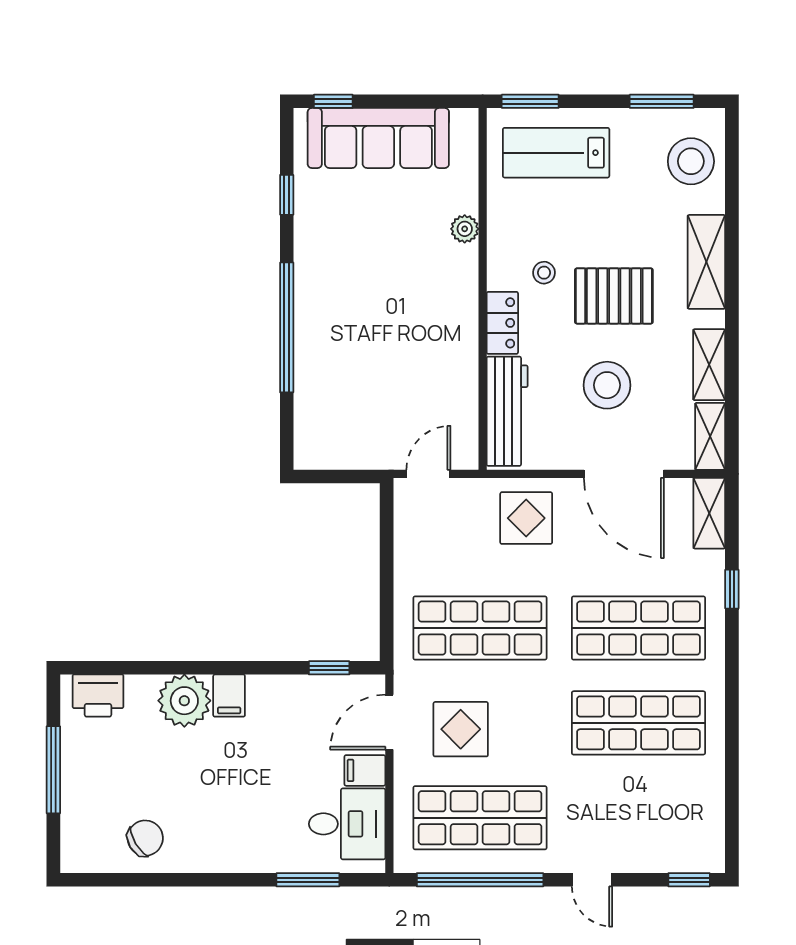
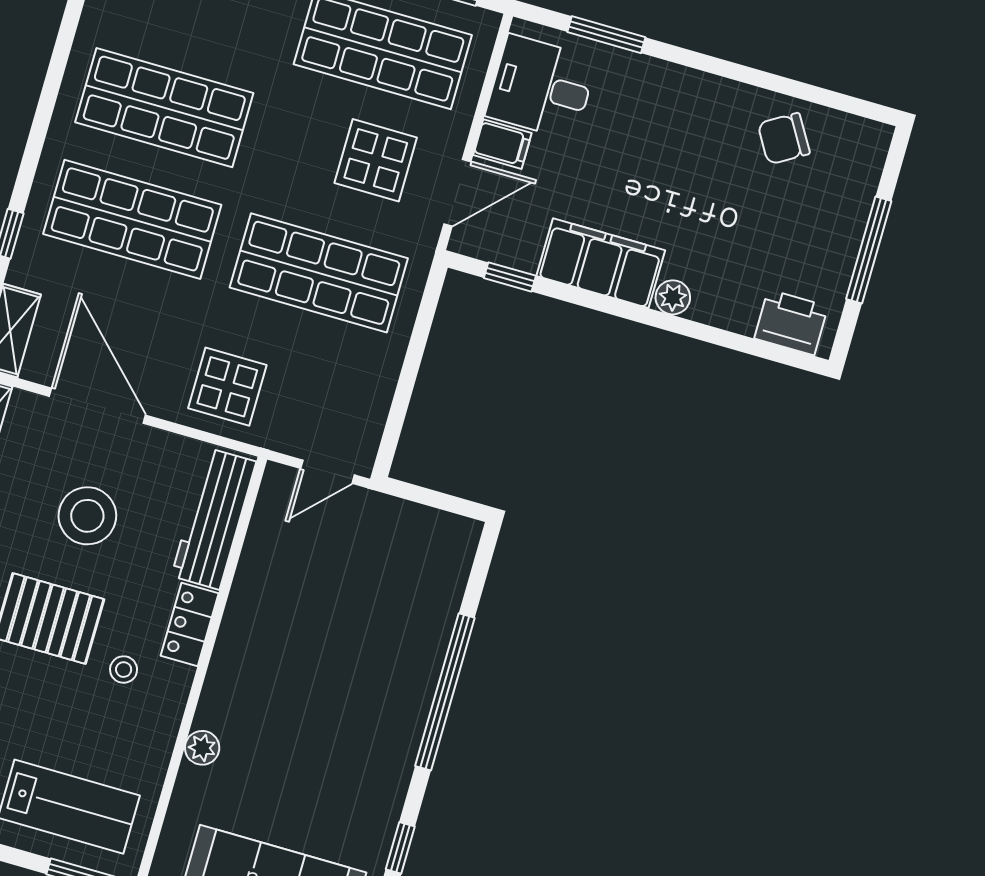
filing cabinet: (229, 696) -> (601, 263), width x3.00, depth x1.17
plant: (184, 701) -> (673, 297), width x0.53, depth x0.53

